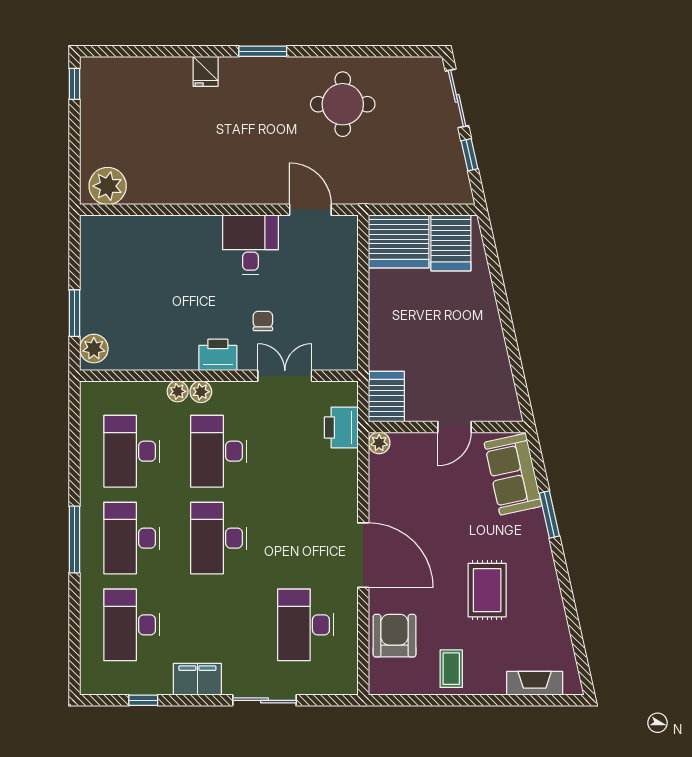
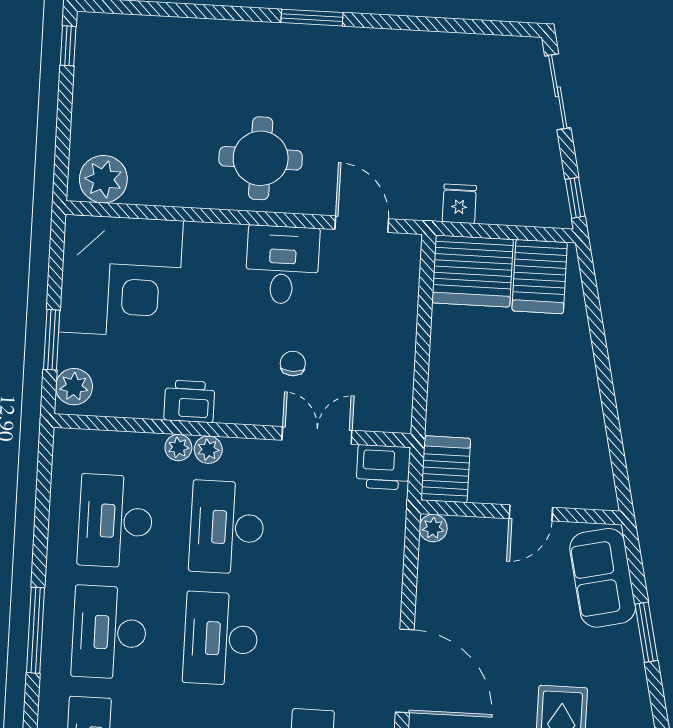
fridge: (206, 71) -> (459, 204), moved, turned 180
round table: (343, 104) -> (261, 158), moved
window: (470, 155) -> (575, 198), moved
corner desk: (126, 261) -> (121, 276), added
printer: (218, 355) -> (189, 401), moved
printer: (341, 428) -> (383, 467), moved, turned -90

